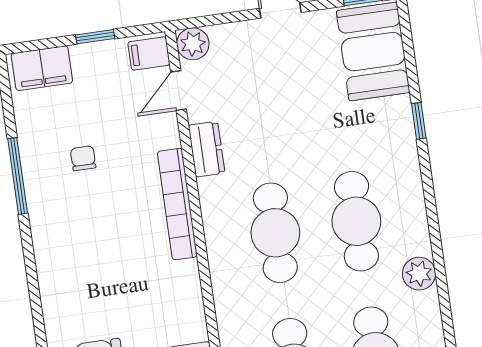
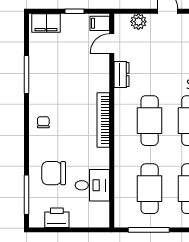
plant: (193, 44) -> (138, 22), moved
chair: (83, 158) -> (43, 122), moved
bookcase: (177, 204) -> (103, 120), moved

